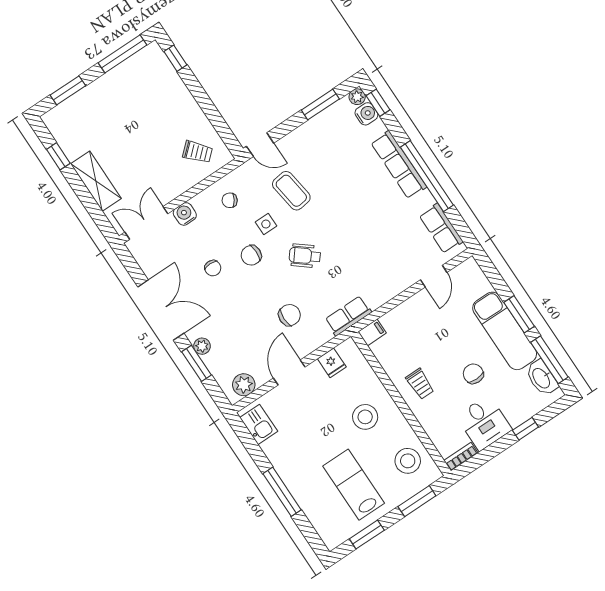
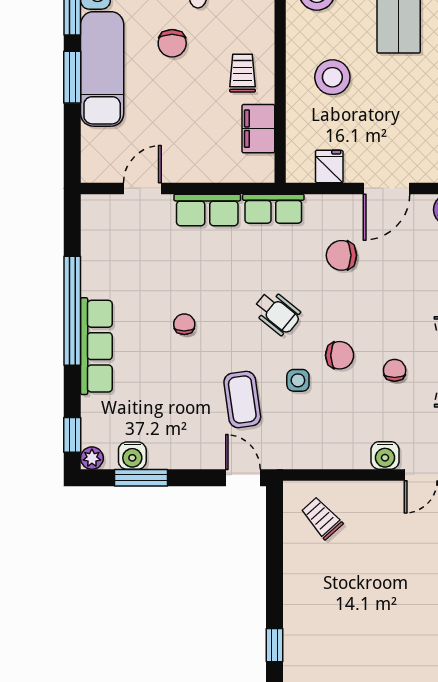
water cooler: (366, 114) -> (132, 456), moved, turned -90
chair: (230, 200) -> (184, 324), moved, turned -122
row of seats: (441, 228) -> (207, 210), moved, turned 90
filing cabinet: (372, 332) -> (258, 129), moved, width x2.00

